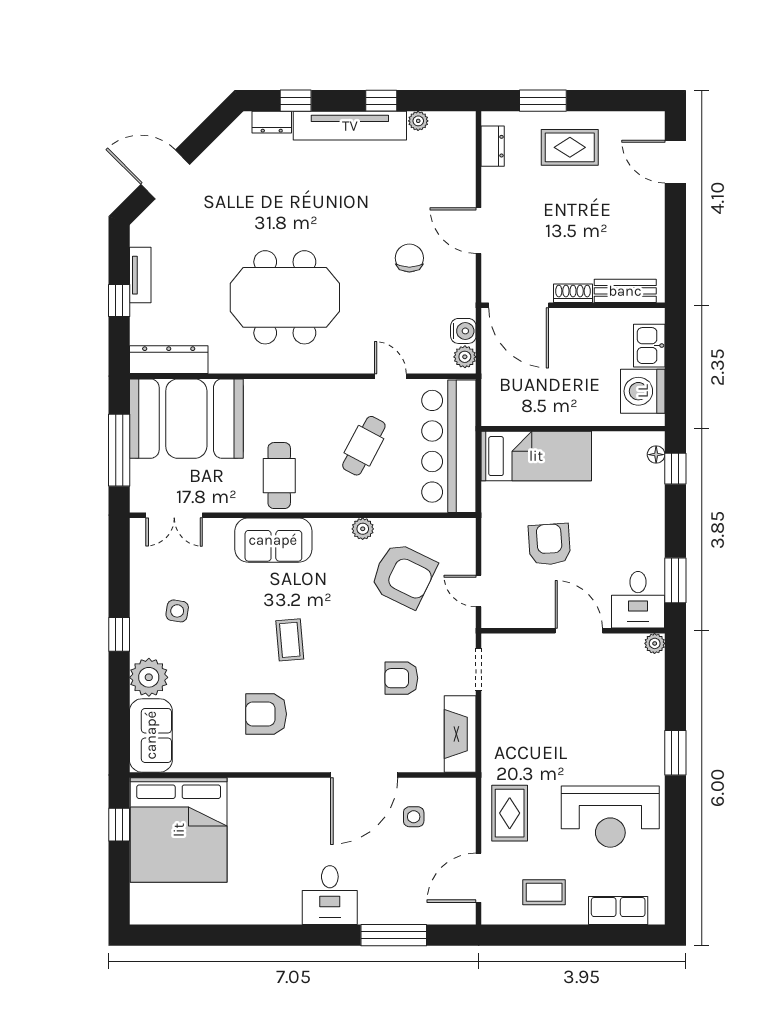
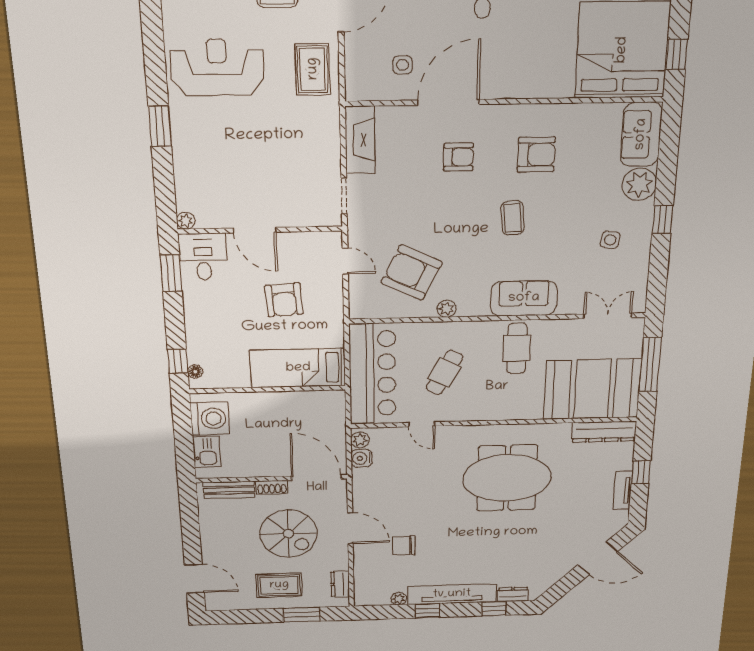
spiral stairs: (555, 225) -> (288, 534), added
chair: (409, 258) -> (404, 545), moved, turned 90
armchair: (401, 678) -> (458, 157), moved

